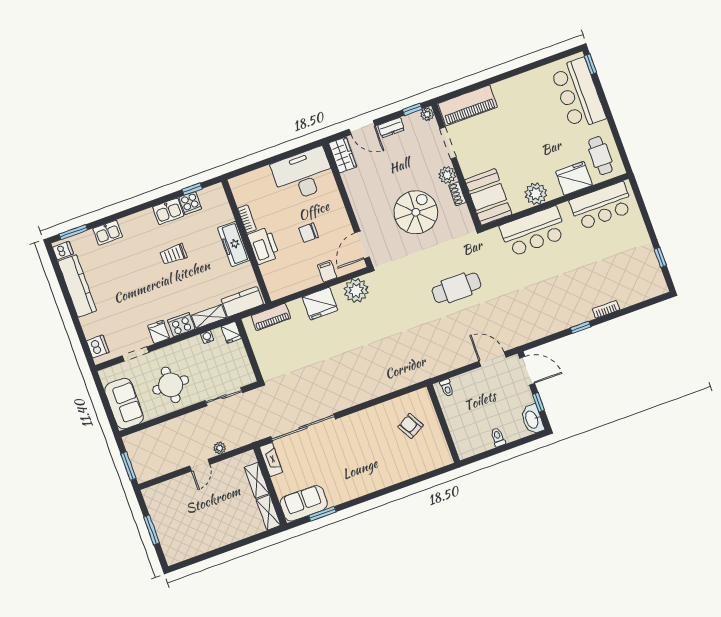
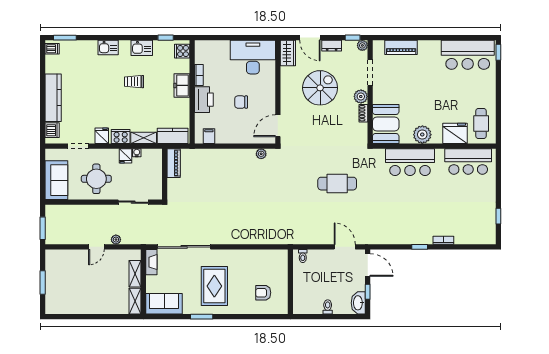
bar counter: (578, 94) -> (468, 55), moved, turned -90
piano: (468, 105) -> (401, 47), width x0.73, depth x0.75
cooker: (190, 203) -> (182, 51), moved, turned 90
spiral stairs: (416, 212) -> (320, 88), moved
kitchen sink: (108, 233) -> (108, 48), moved
freezer: (234, 244) -> (182, 85), width x0.71
filing cabinet: (327, 271) -> (209, 136), moved
kitchen counter: (77, 286) -> (53, 98), moved
plant: (356, 290) -> (261, 154), width x0.53, depth x0.53
fridge: (320, 304) -> (230, 158), removed
piano: (271, 317) -> (174, 163), moved, turned -90
fridge: (231, 332) -> (125, 156), moved
armchair: (411, 426) -> (263, 293), moved, turned -61
rug: (355, 461) -> (214, 286), added
window: (322, 514) -> (202, 317), moved

